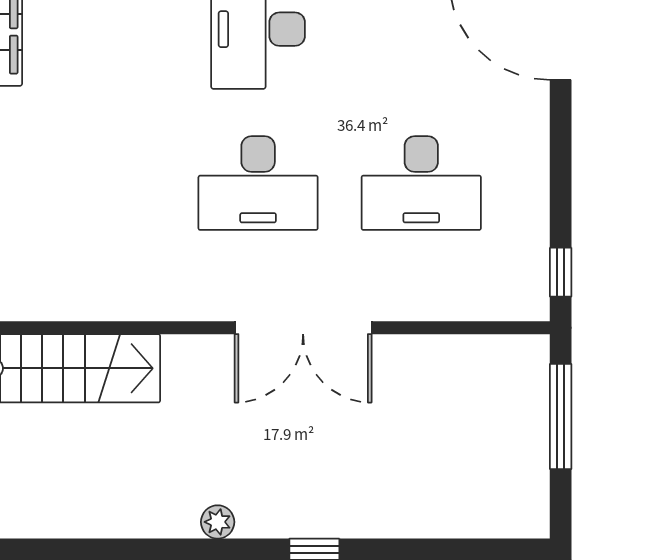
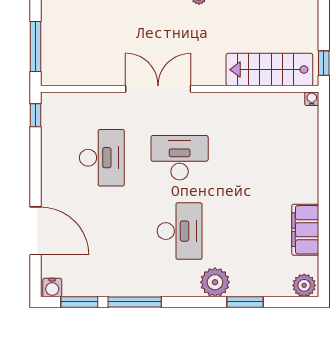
desk: (421, 183) -> (102, 158), turned 90

